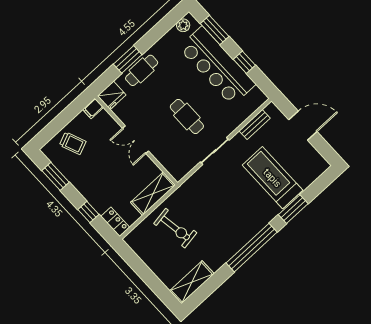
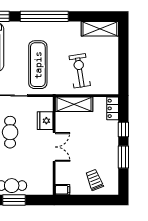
fridge: (112, 95) -> (45, 121), moved, turned -90
window: (56, 176) -> (123, 157), moved
exercise mat: (218, 199) -> (38, 65), added

